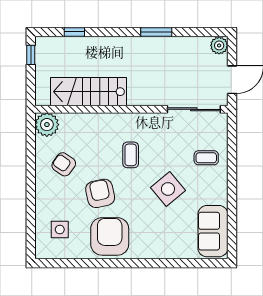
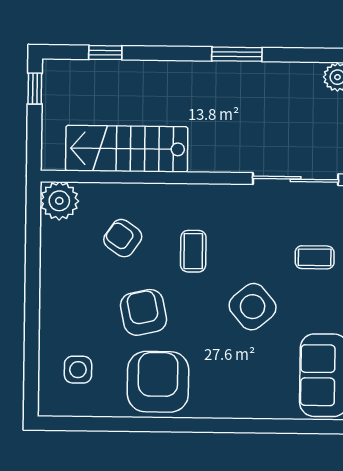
armchair: (64, 164) -> (123, 238), moved

